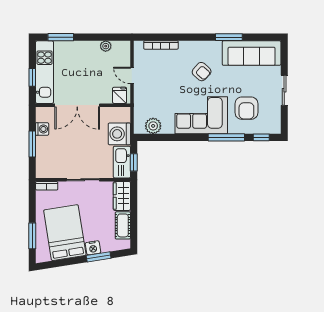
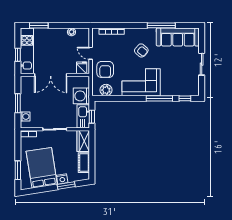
window: (229, 37) -> (161, 25), width x1.44
armchair: (246, 108) -> (105, 69), moved
washing machine: (42, 129) -> (25, 117), moved

